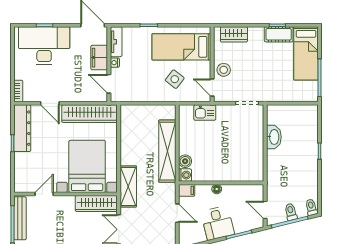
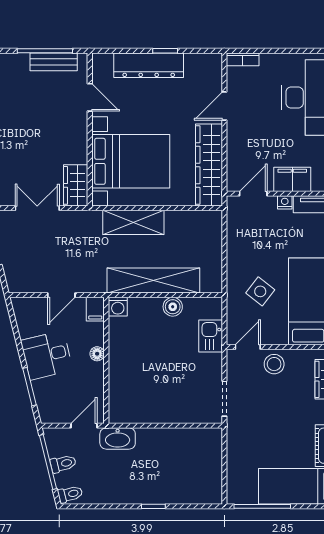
dresser: (22, 128) -> (149, 65), moved
washbasin: (274, 137) -> (118, 438), moved
boiler: (185, 161) -> (173, 307), moved
shelving: (128, 186) -> (133, 222), moved
wardrobe: (96, 203) -> (76, 185), width x0.67
door: (265, 210) -> (84, 426), moved
bench: (20, 218) -> (54, 62), width x0.73

